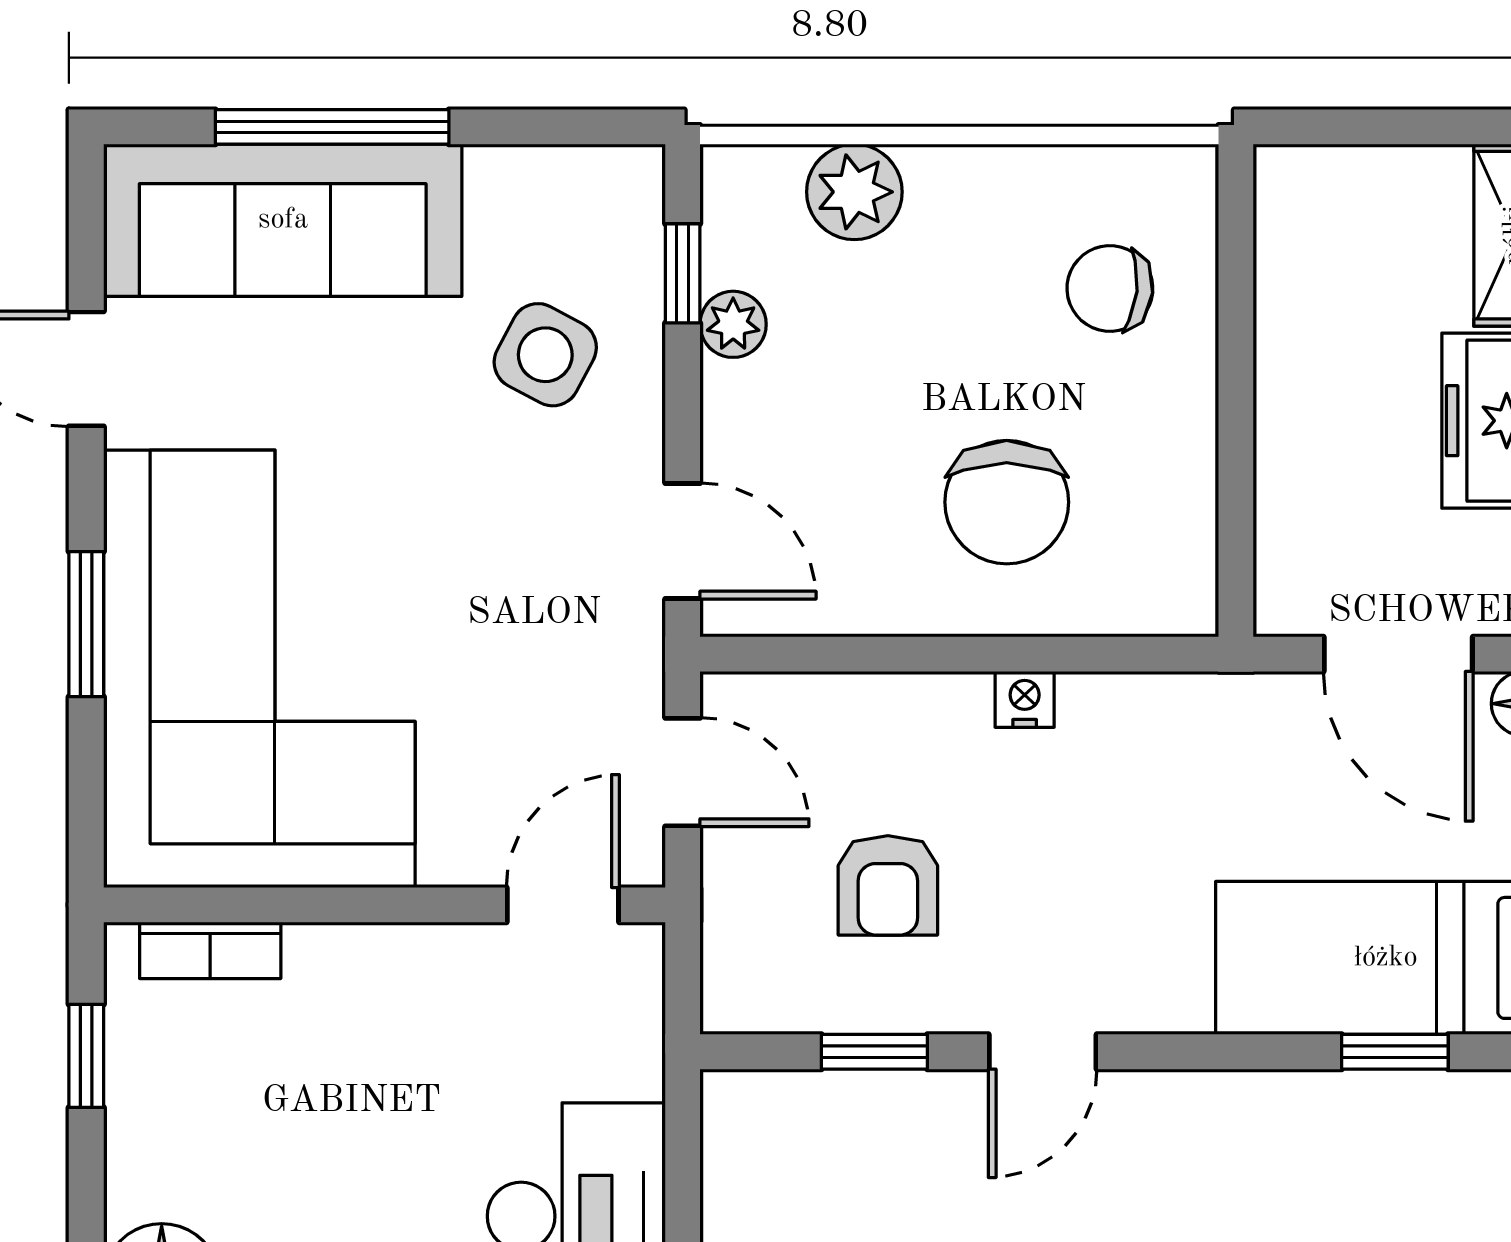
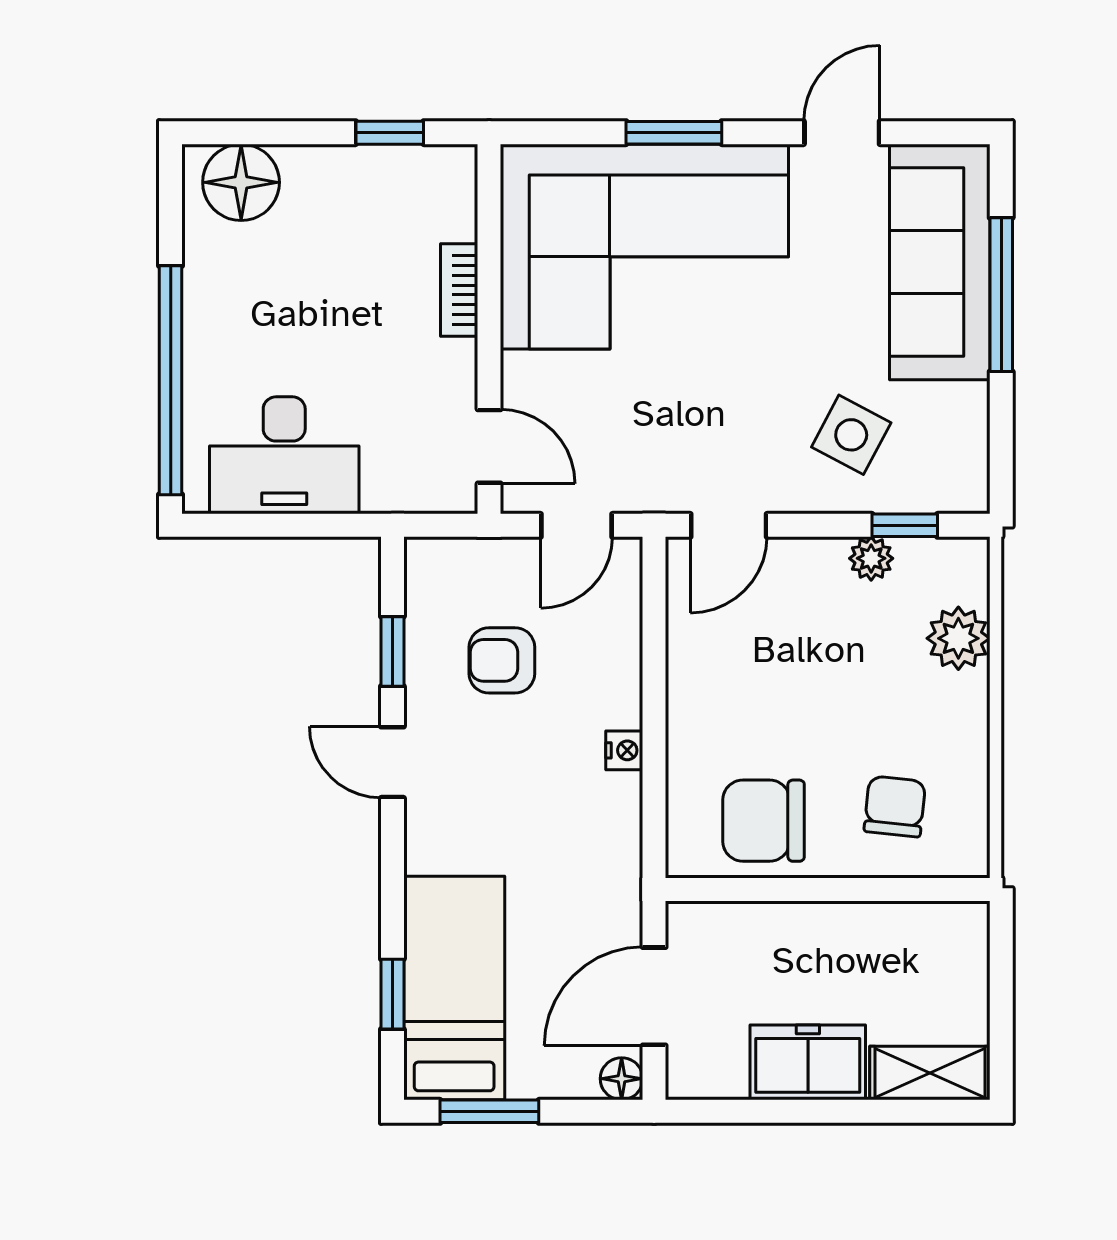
chair: (1007, 502) -> (764, 821), moved
bookcase: (210, 950) -> (459, 290), moved

